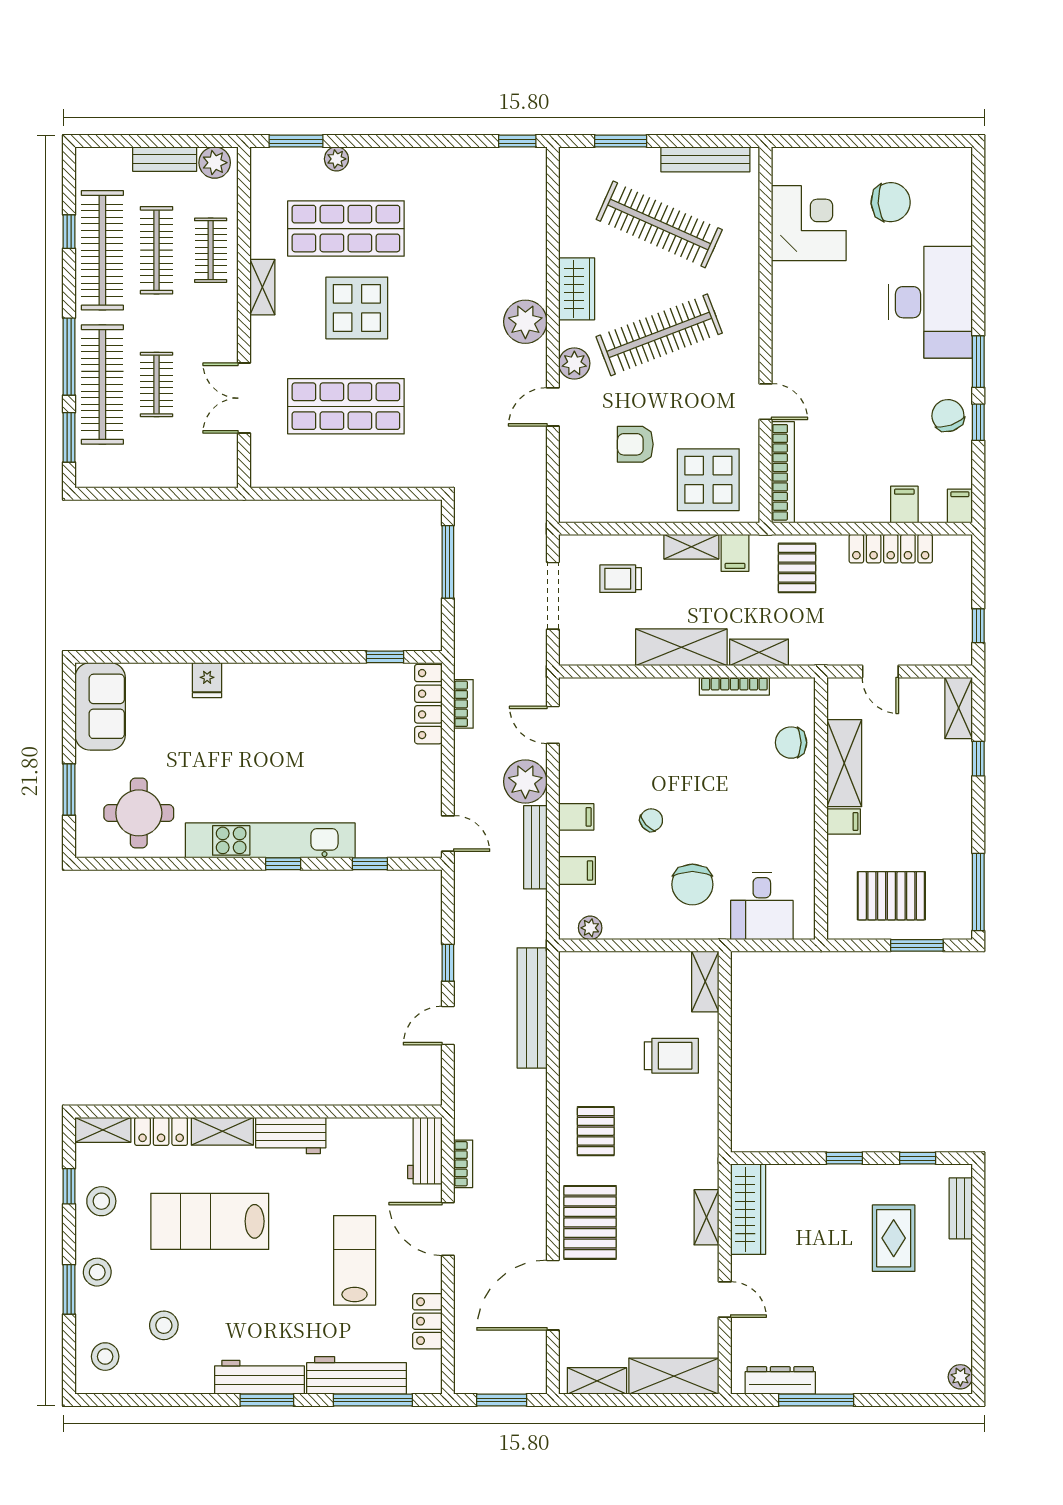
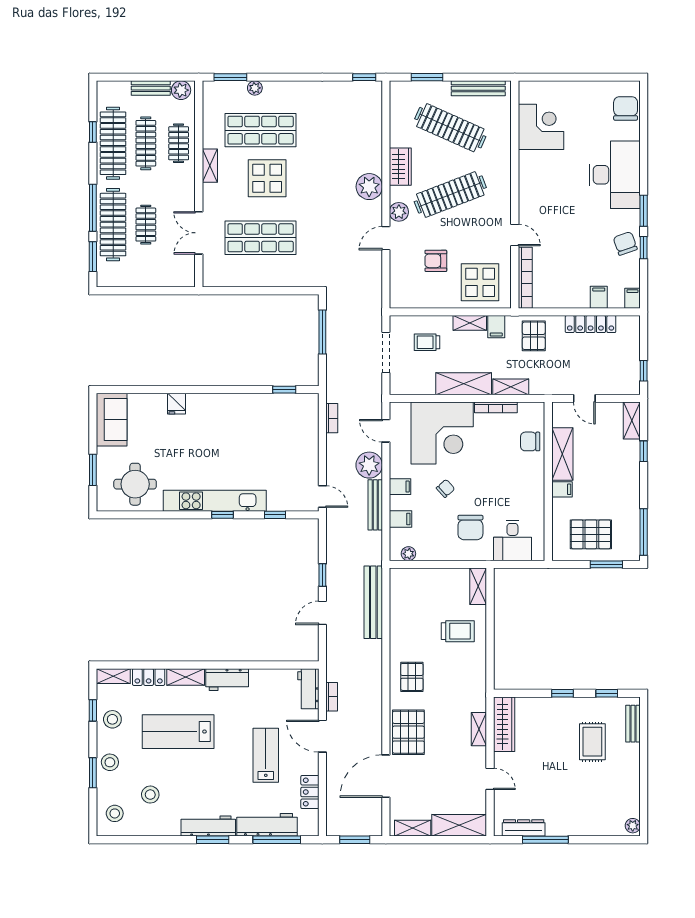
chair: (891, 202) -> (626, 108), moved, turned -86
locker: (428, 704) -> (311, 418), removed
corner desk: (646, 729) -> (442, 433), added

